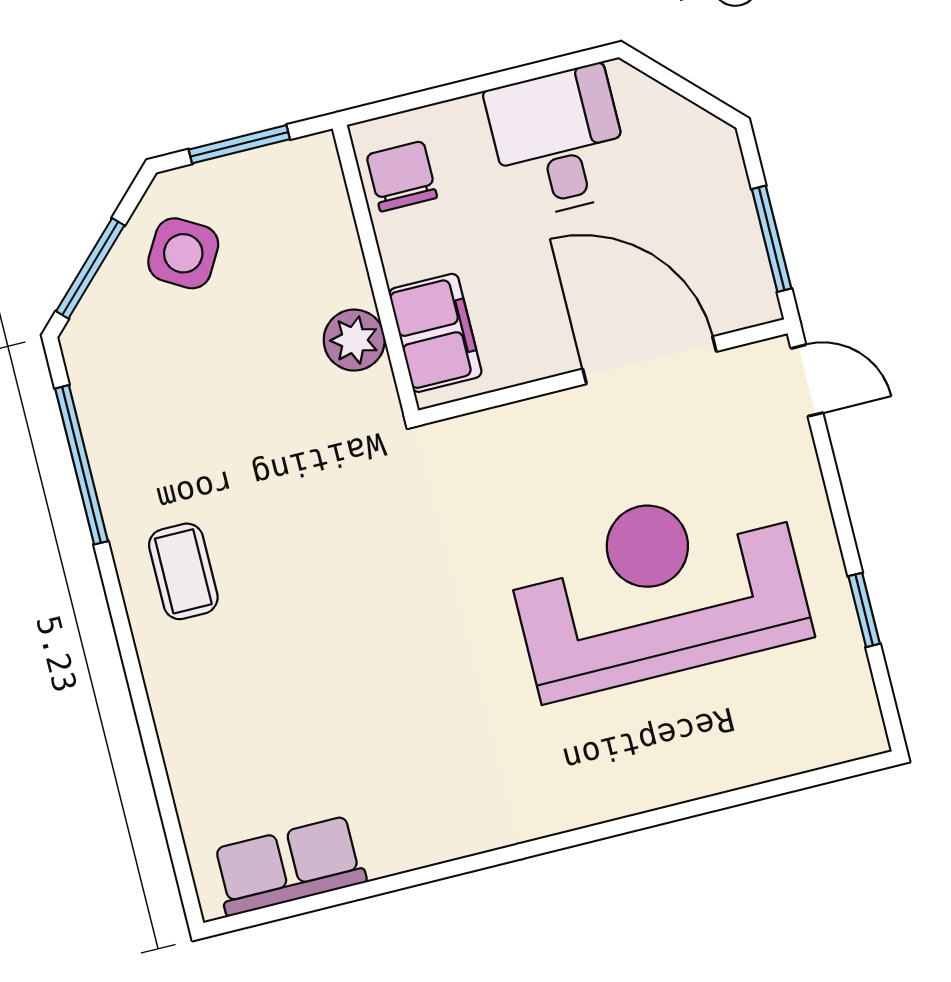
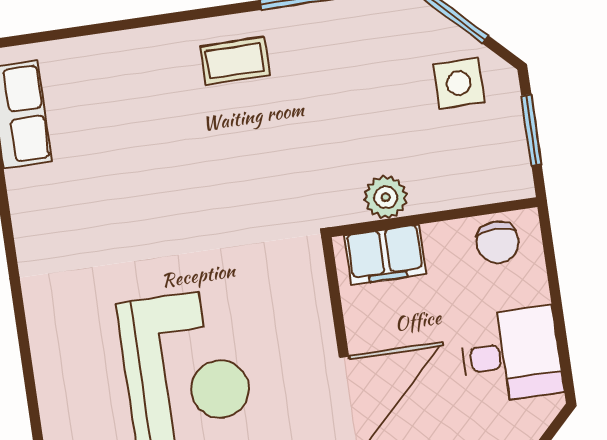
chair: (402, 176) -> (498, 242), turned 90
side table: (183, 253) -> (459, 83), turned -30

